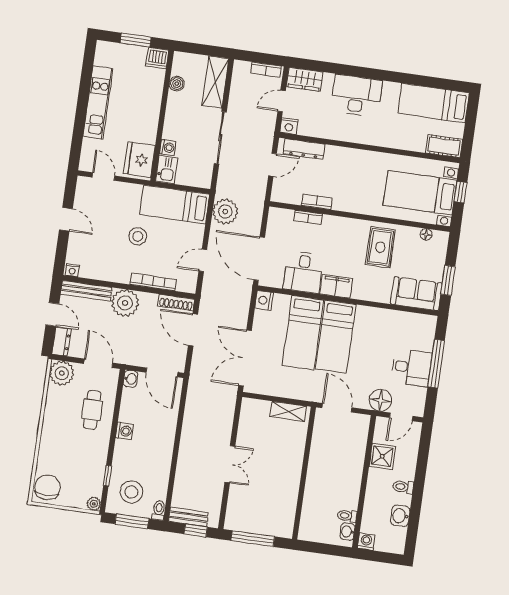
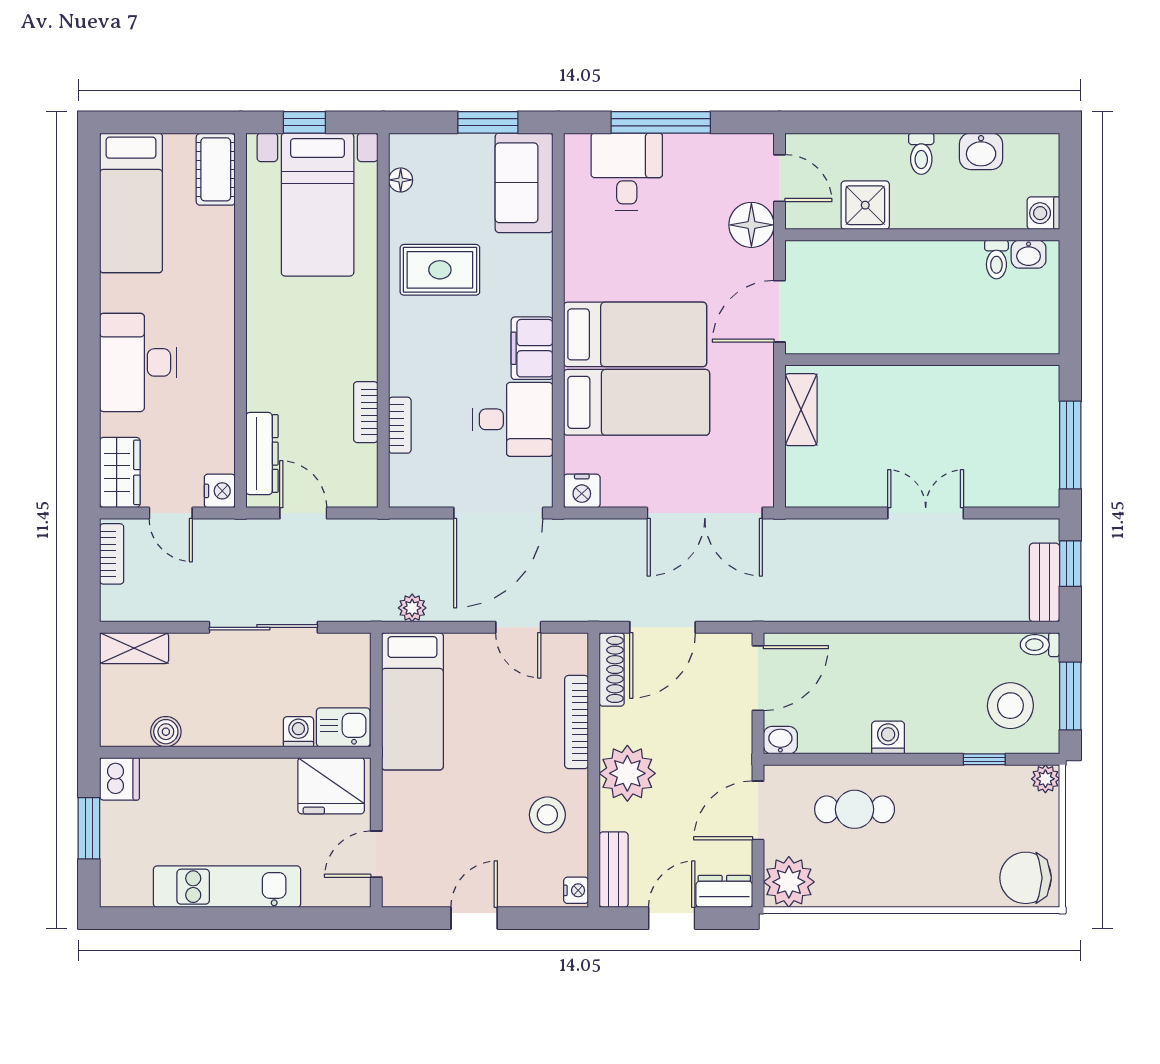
shelving: (215, 82) -> (134, 648), width x0.67, depth x0.75
plant: (225, 212) -> (412, 608), width x0.53, depth x0.53
stool: (138, 236) -> (547, 815), moved
bench: (86, 291) -> (614, 870), width x0.73
desk: (411, 368) -> (627, 172), moved

